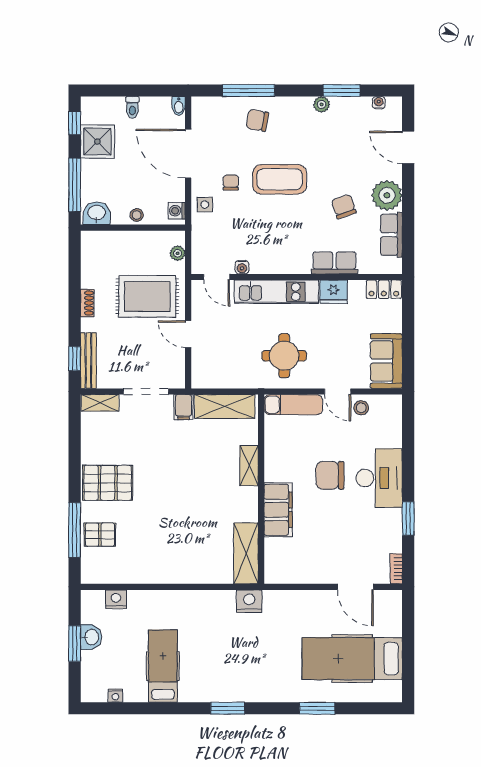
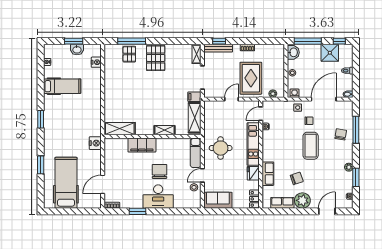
nightstand: (249, 601) -> (95, 143), moved

